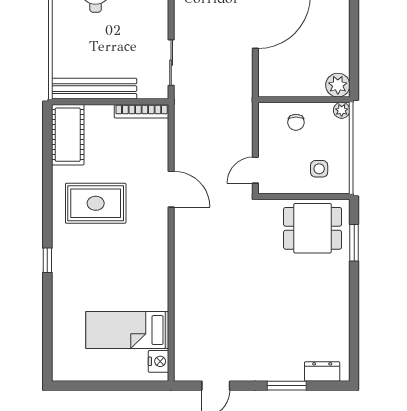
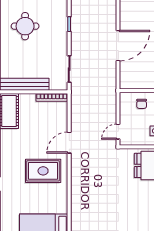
door: (171, 189) -> (69, 143), swing flipped
rug: (96, 203) -> (43, 171), moved

